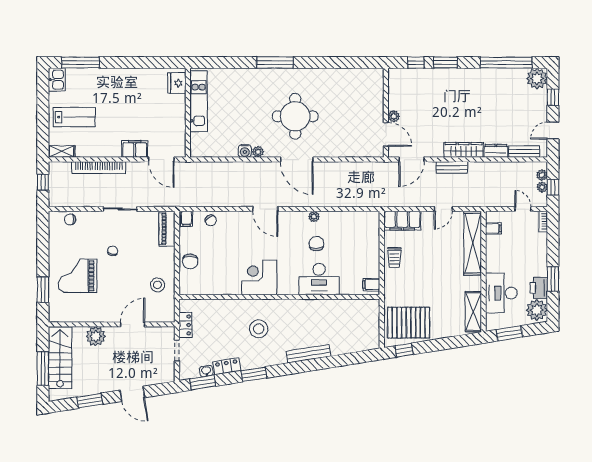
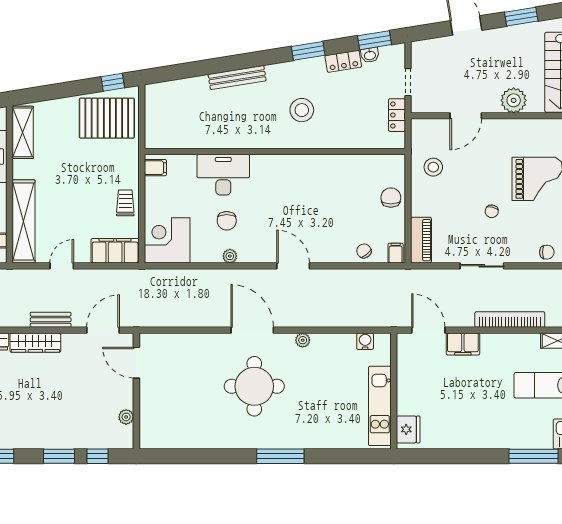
plant: (394, 116) -> (126, 417), moved
water cooler: (245, 151) -> (365, 341), moved
corner desk: (259, 277) -> (167, 240), moved, turned 180

